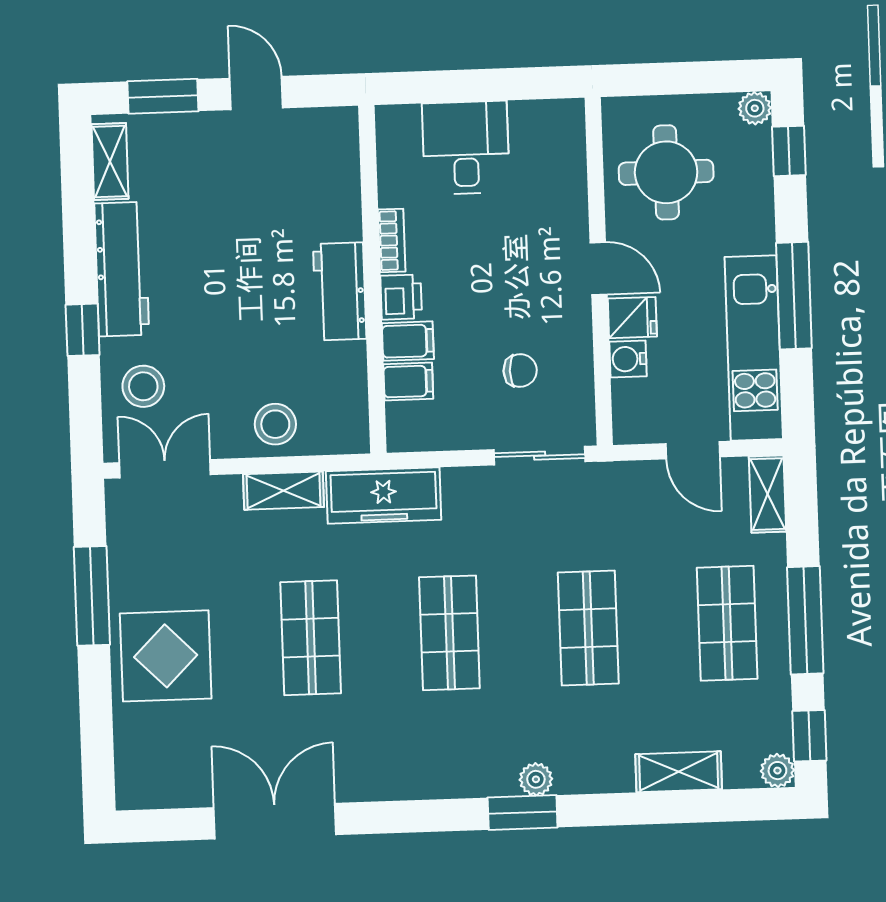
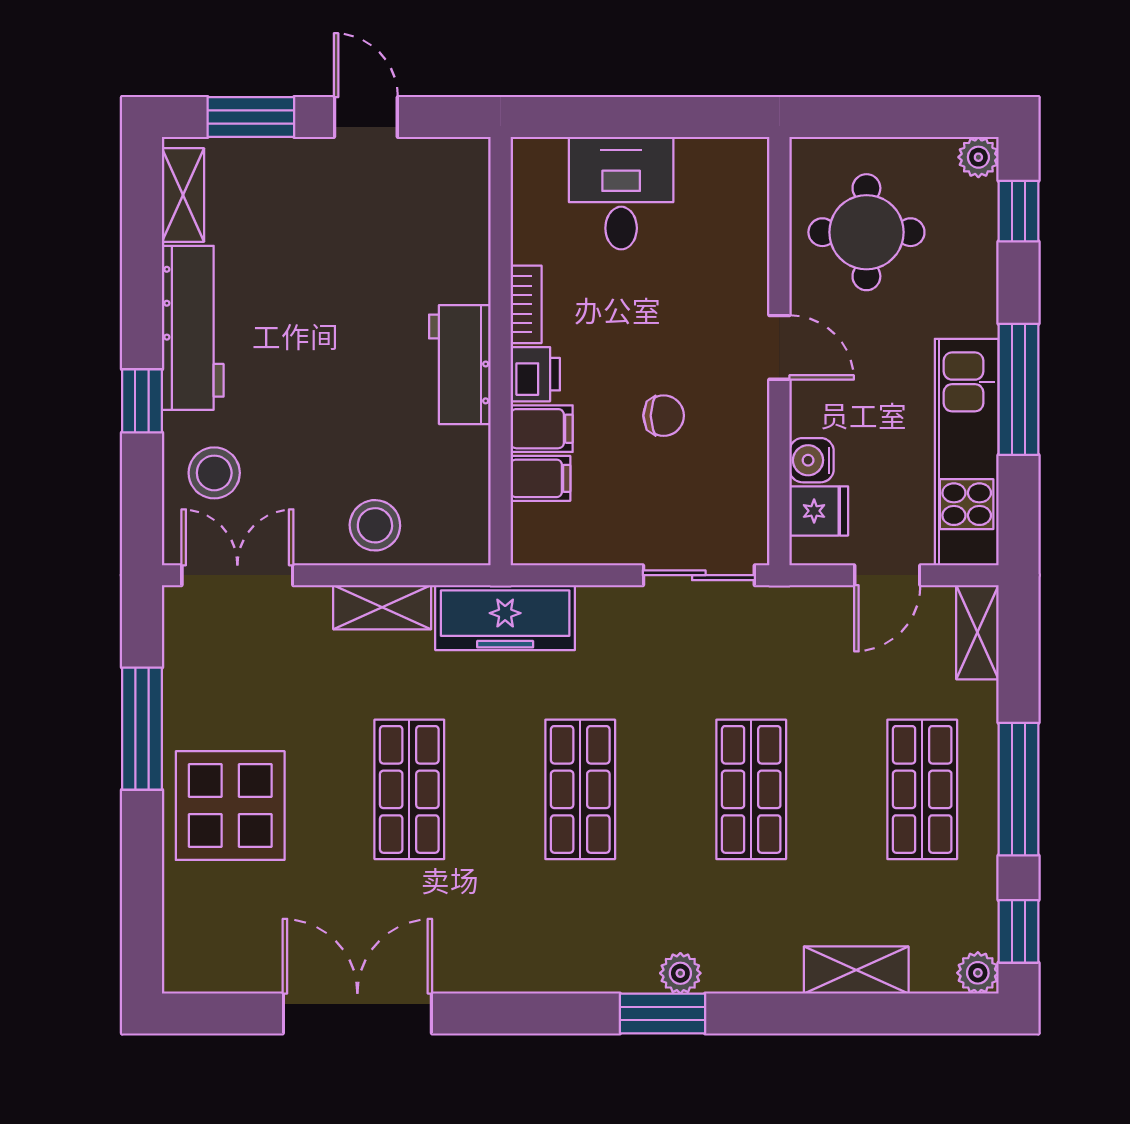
fridge: (632, 318) -> (819, 511), moved
chair: (520, 371) -> (664, 416), moved
door: (693, 450) -> (887, 575), hinge flipped

